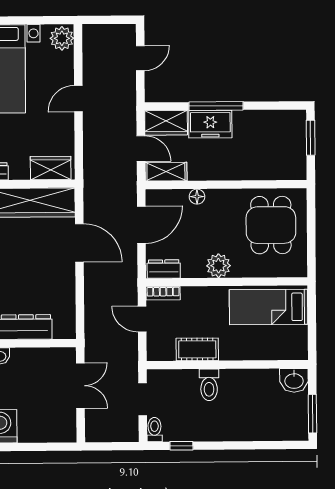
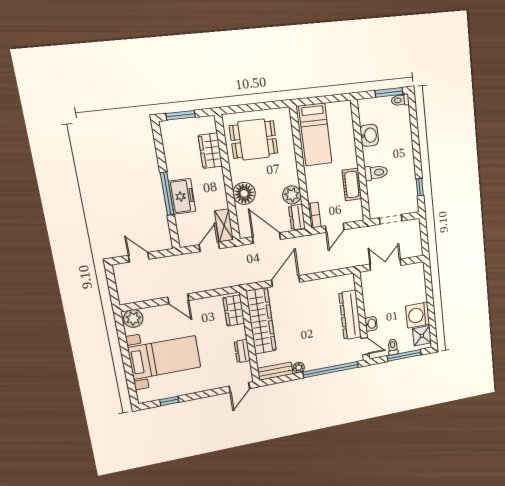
wardrobe: (166, 123) -> (210, 151), moved, turned 180
floor lamp: (197, 197) -> (244, 193), width x1.89, depth x1.89
plant: (218, 266) -> (292, 195), moved
washbasin: (294, 380) -> (369, 135), moved
toilet: (155, 430) -> (400, 100), moved

